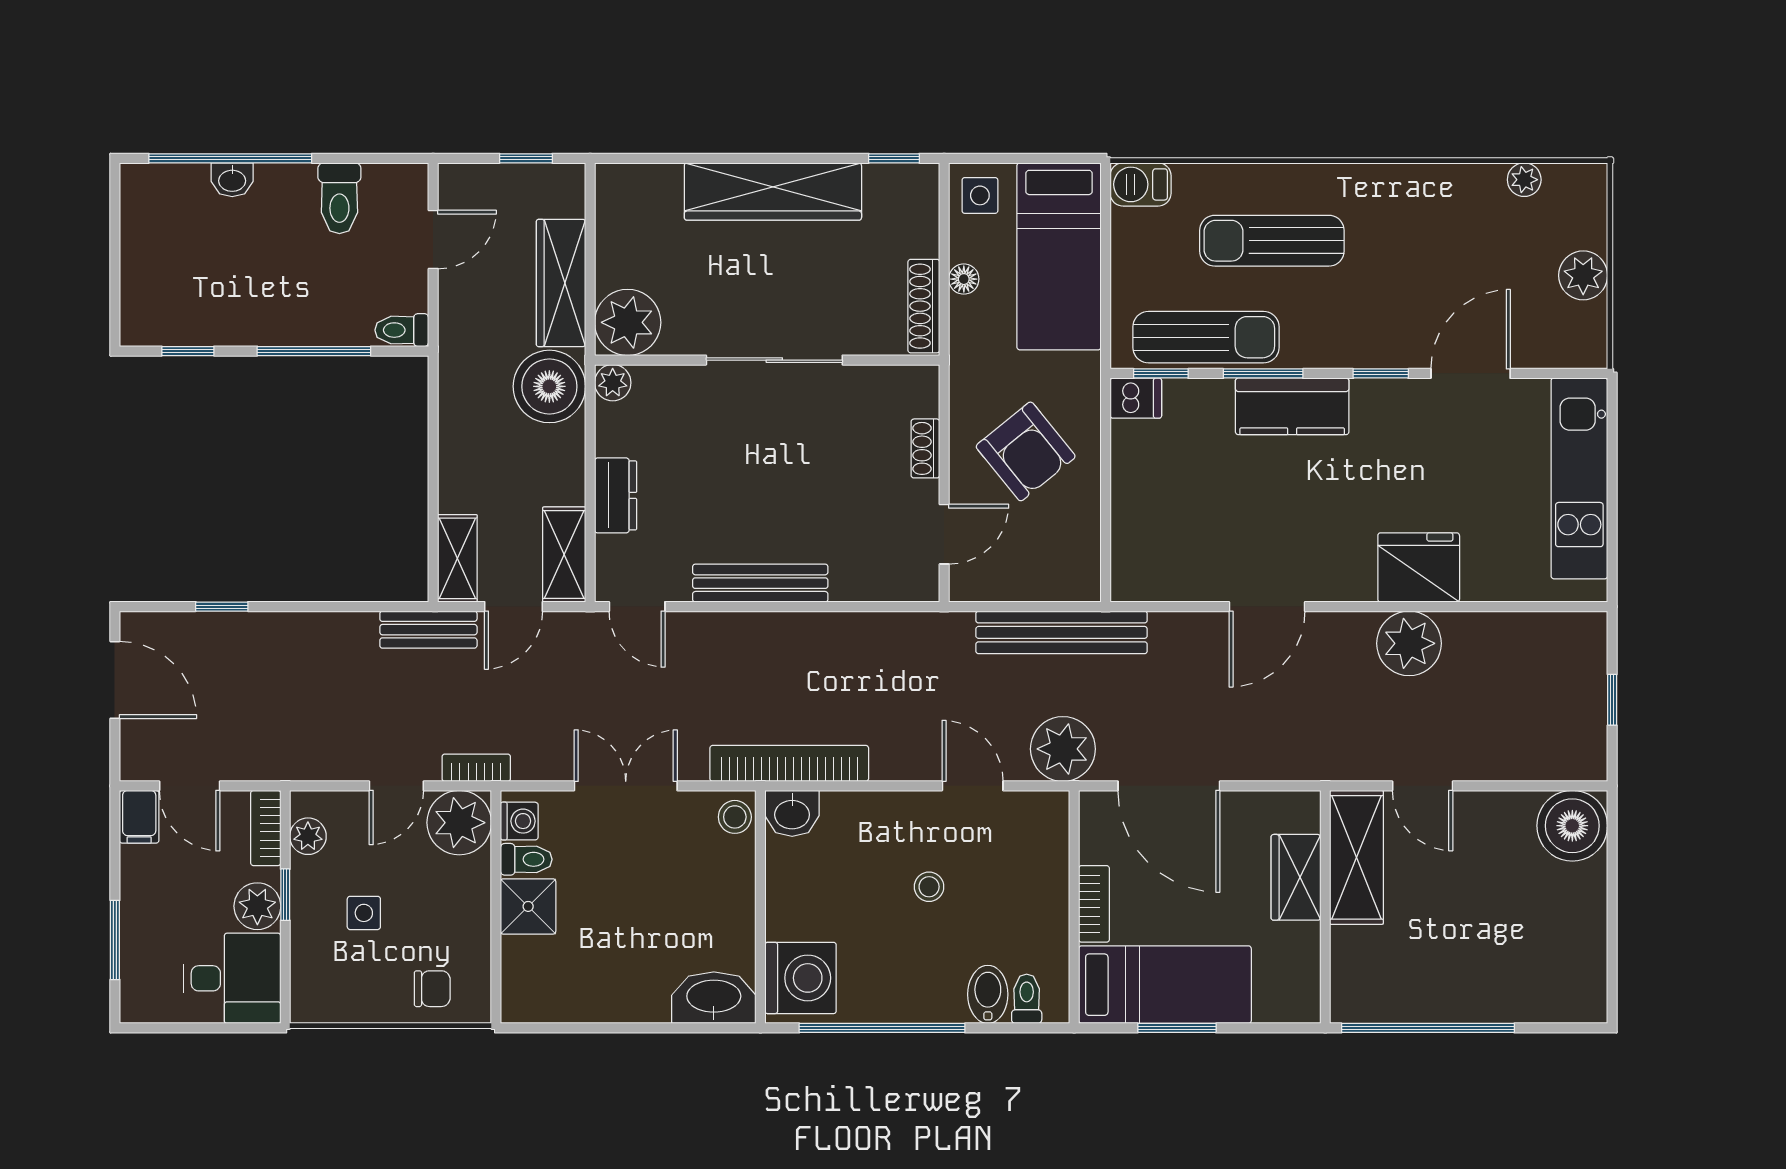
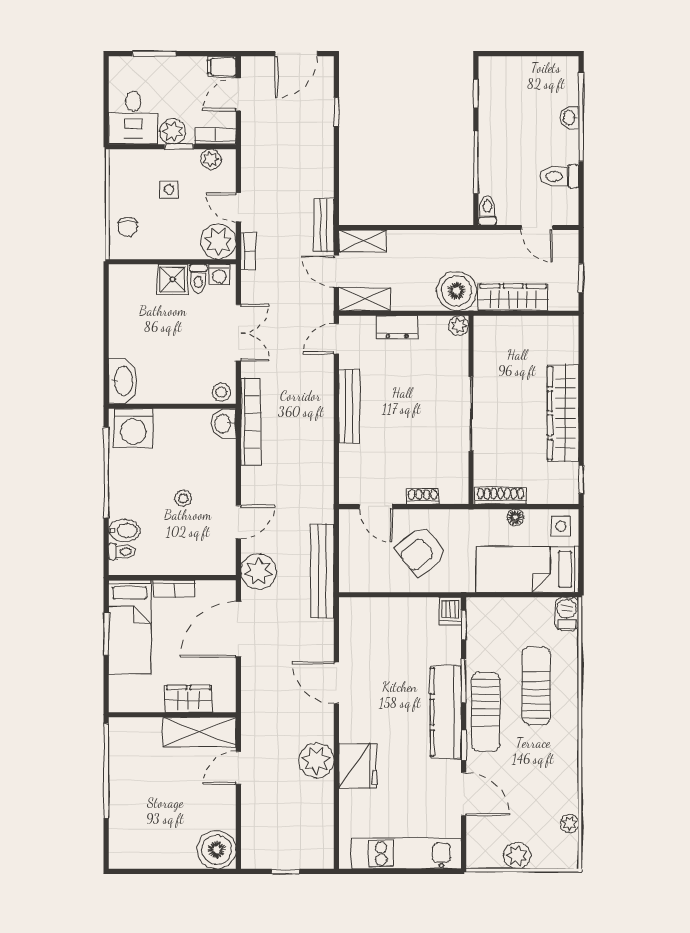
plant: (628, 322) -> (492, 334), removed
sun lounger: (1206, 337) -> (486, 712), moved
kitchen counter: (1292, 406) -> (446, 712), width x1.50

